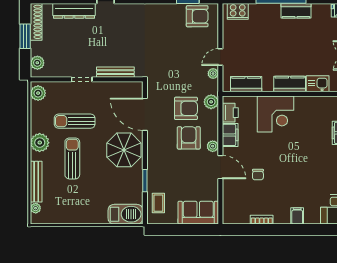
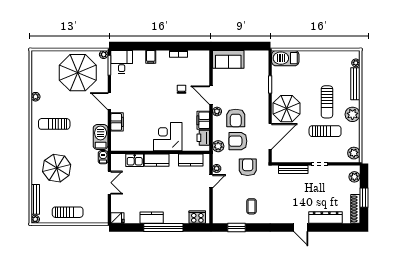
armchair: (197, 16) -> (248, 167), moved, turned 90
door: (145, 114) -> (270, 136), hinge flipped
coffee table: (158, 203) -> (252, 206), moved

